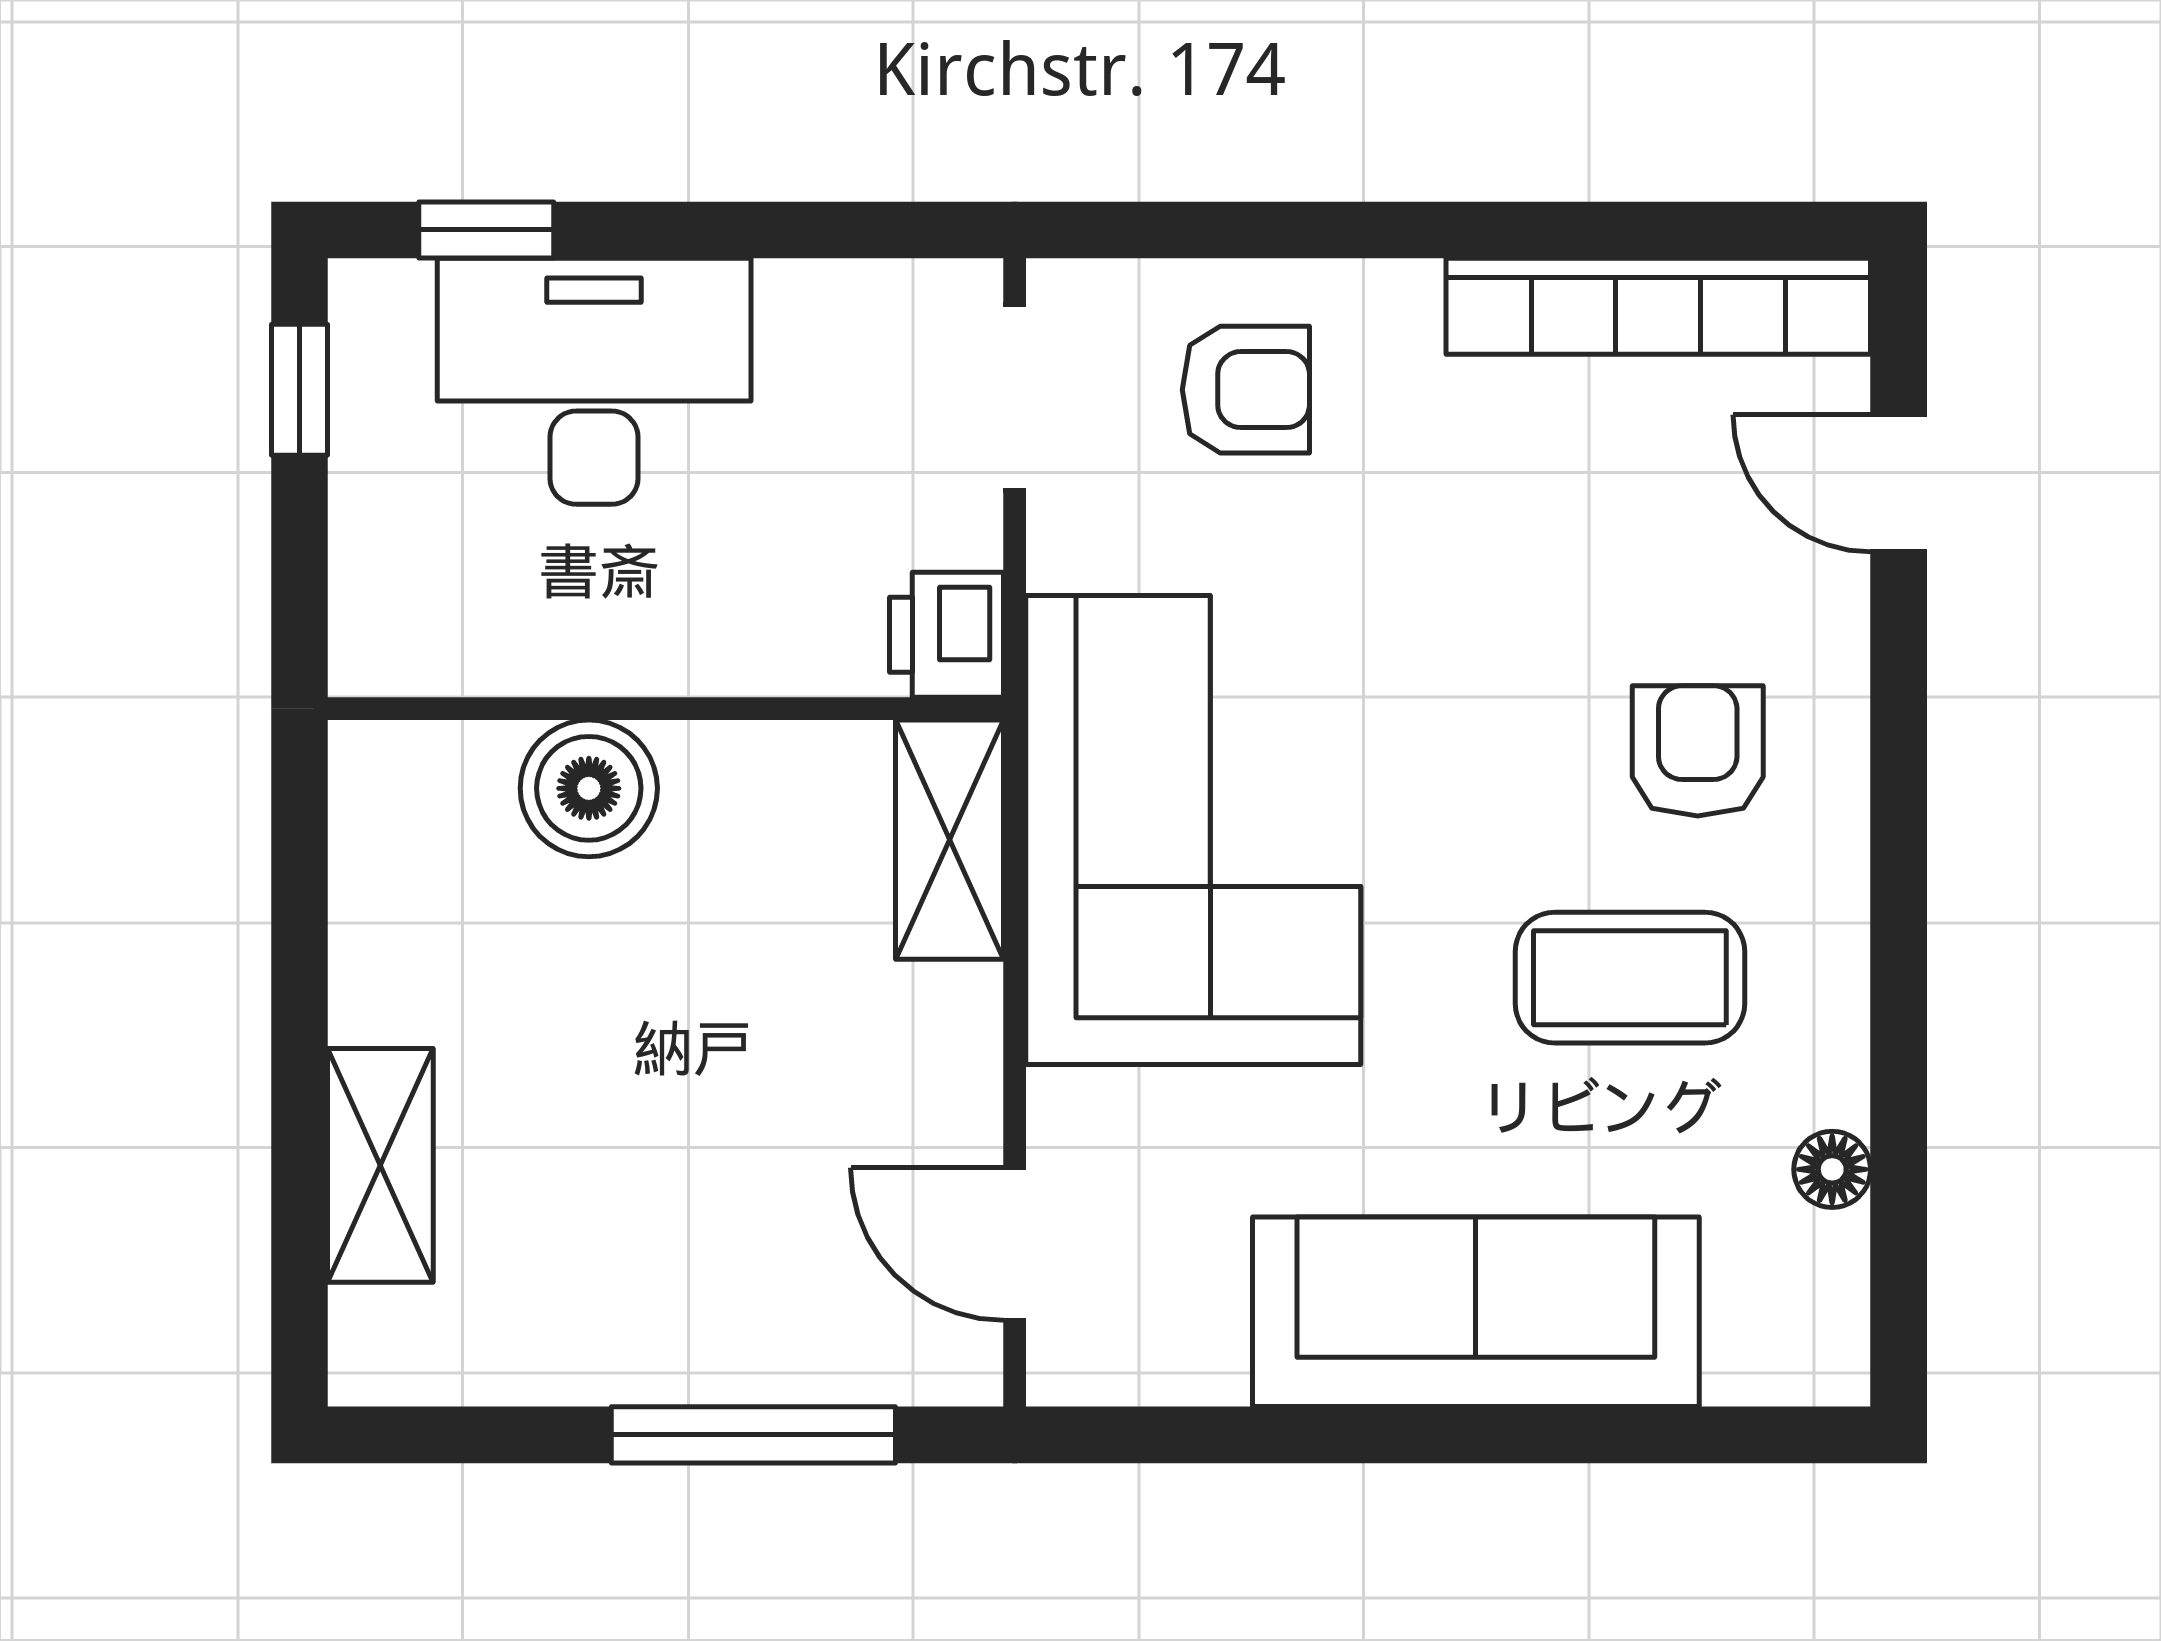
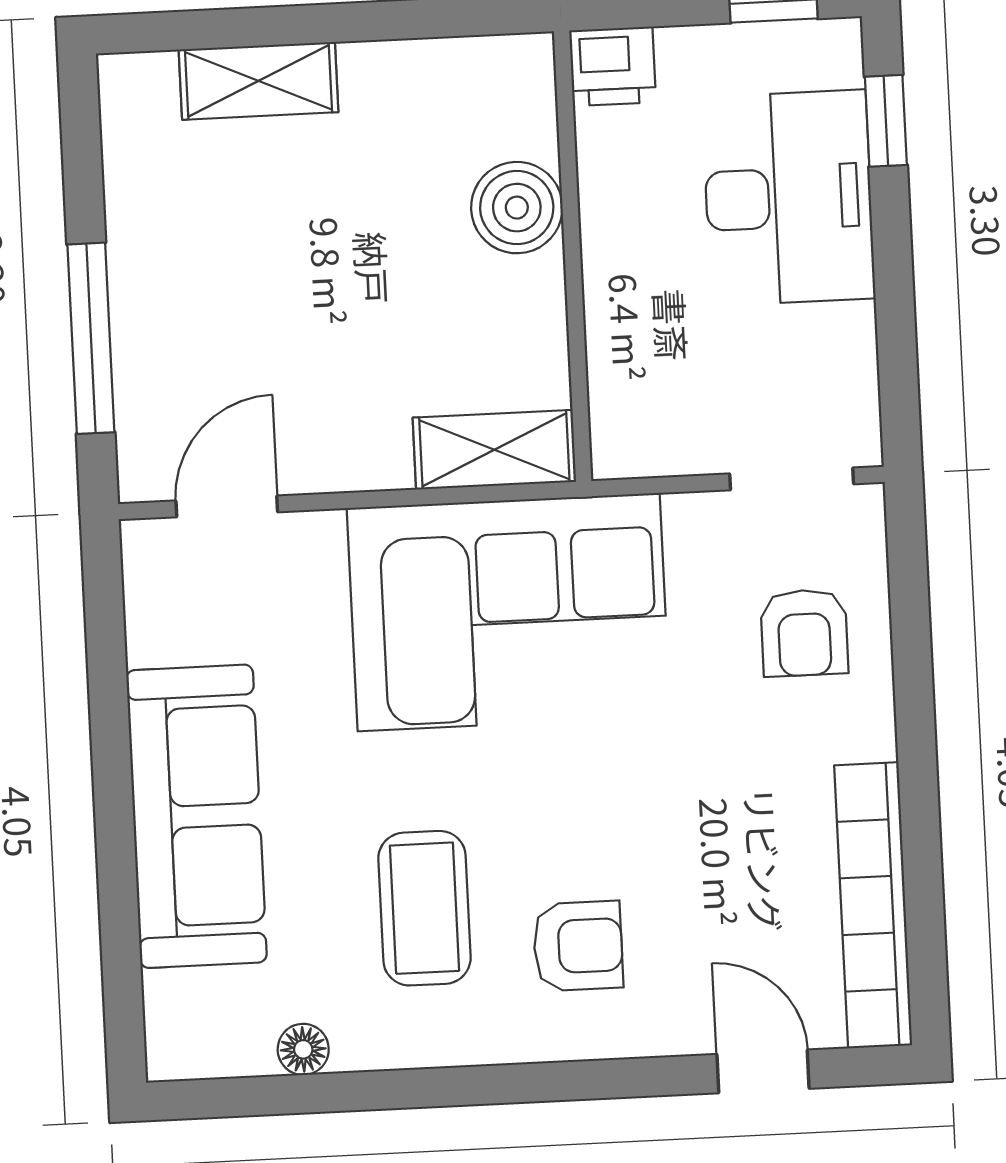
door: (1899, 483) -> (763, 1071), hinge flipped
printer: (947, 635) -> (613, 66), moved, turned 180

